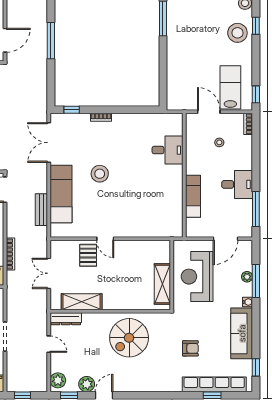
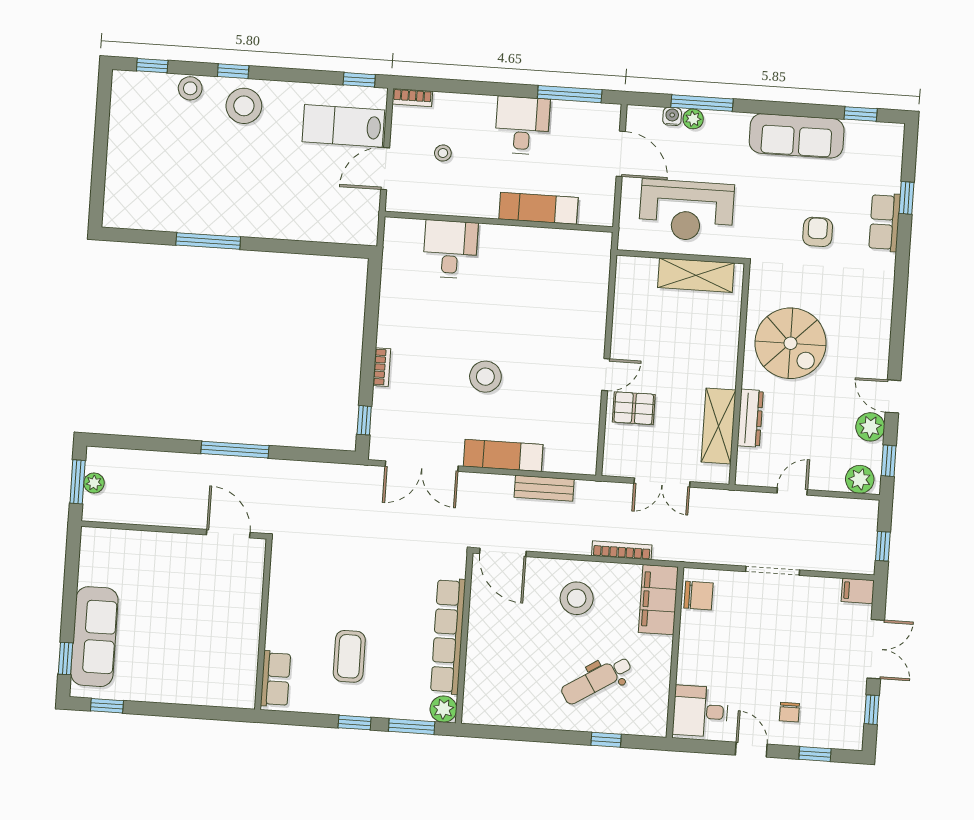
exam couch: (61, 194) -> (503, 455), width x0.73, depth x0.69
water cooler: (248, 302) -> (672, 116), moved
dresser: (66, 319) -> (750, 418), moved
row of seats: (214, 384) -> (885, 222), width x0.50

